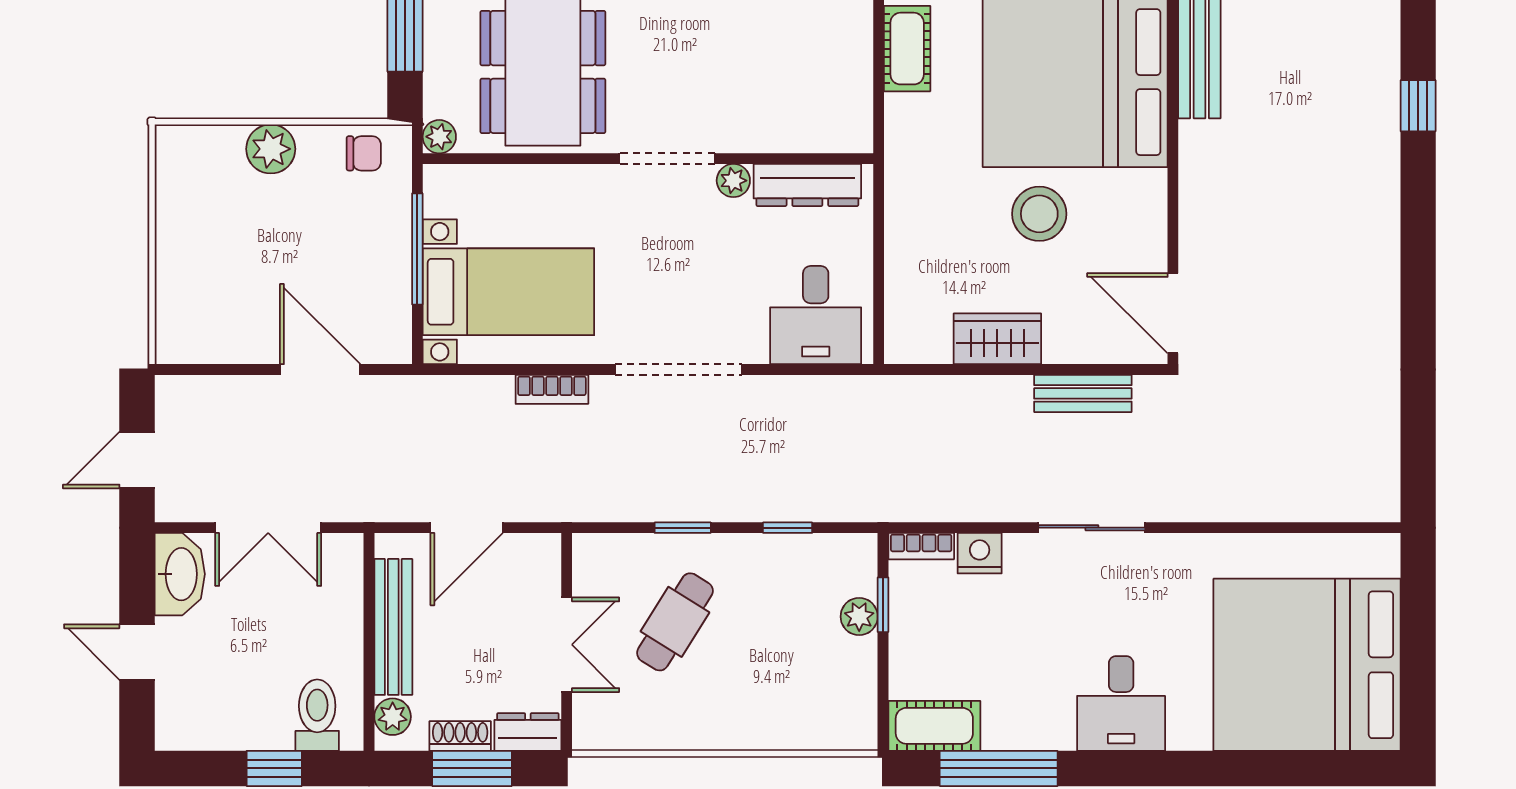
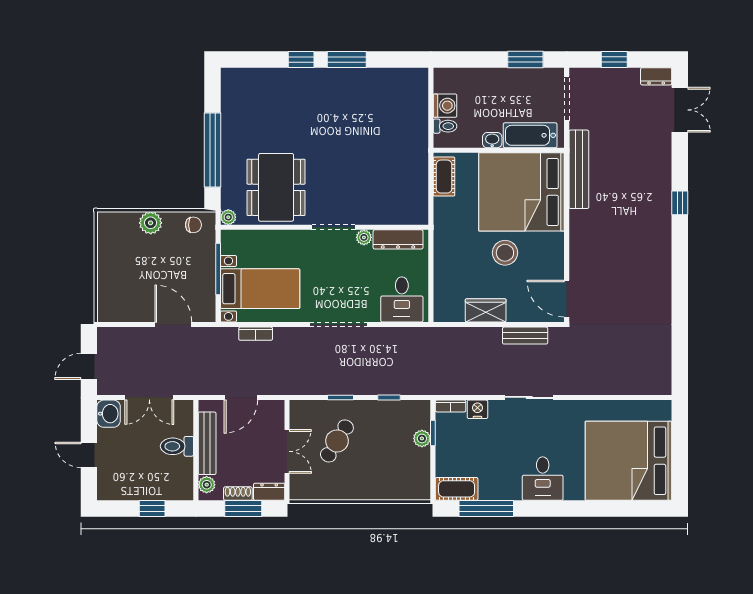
bookcase: (552, 389) -> (256, 334), moved
washbasin: (180, 574) -> (109, 414), width x0.72
toilet: (317, 715) -> (177, 446), moved, turned -90

